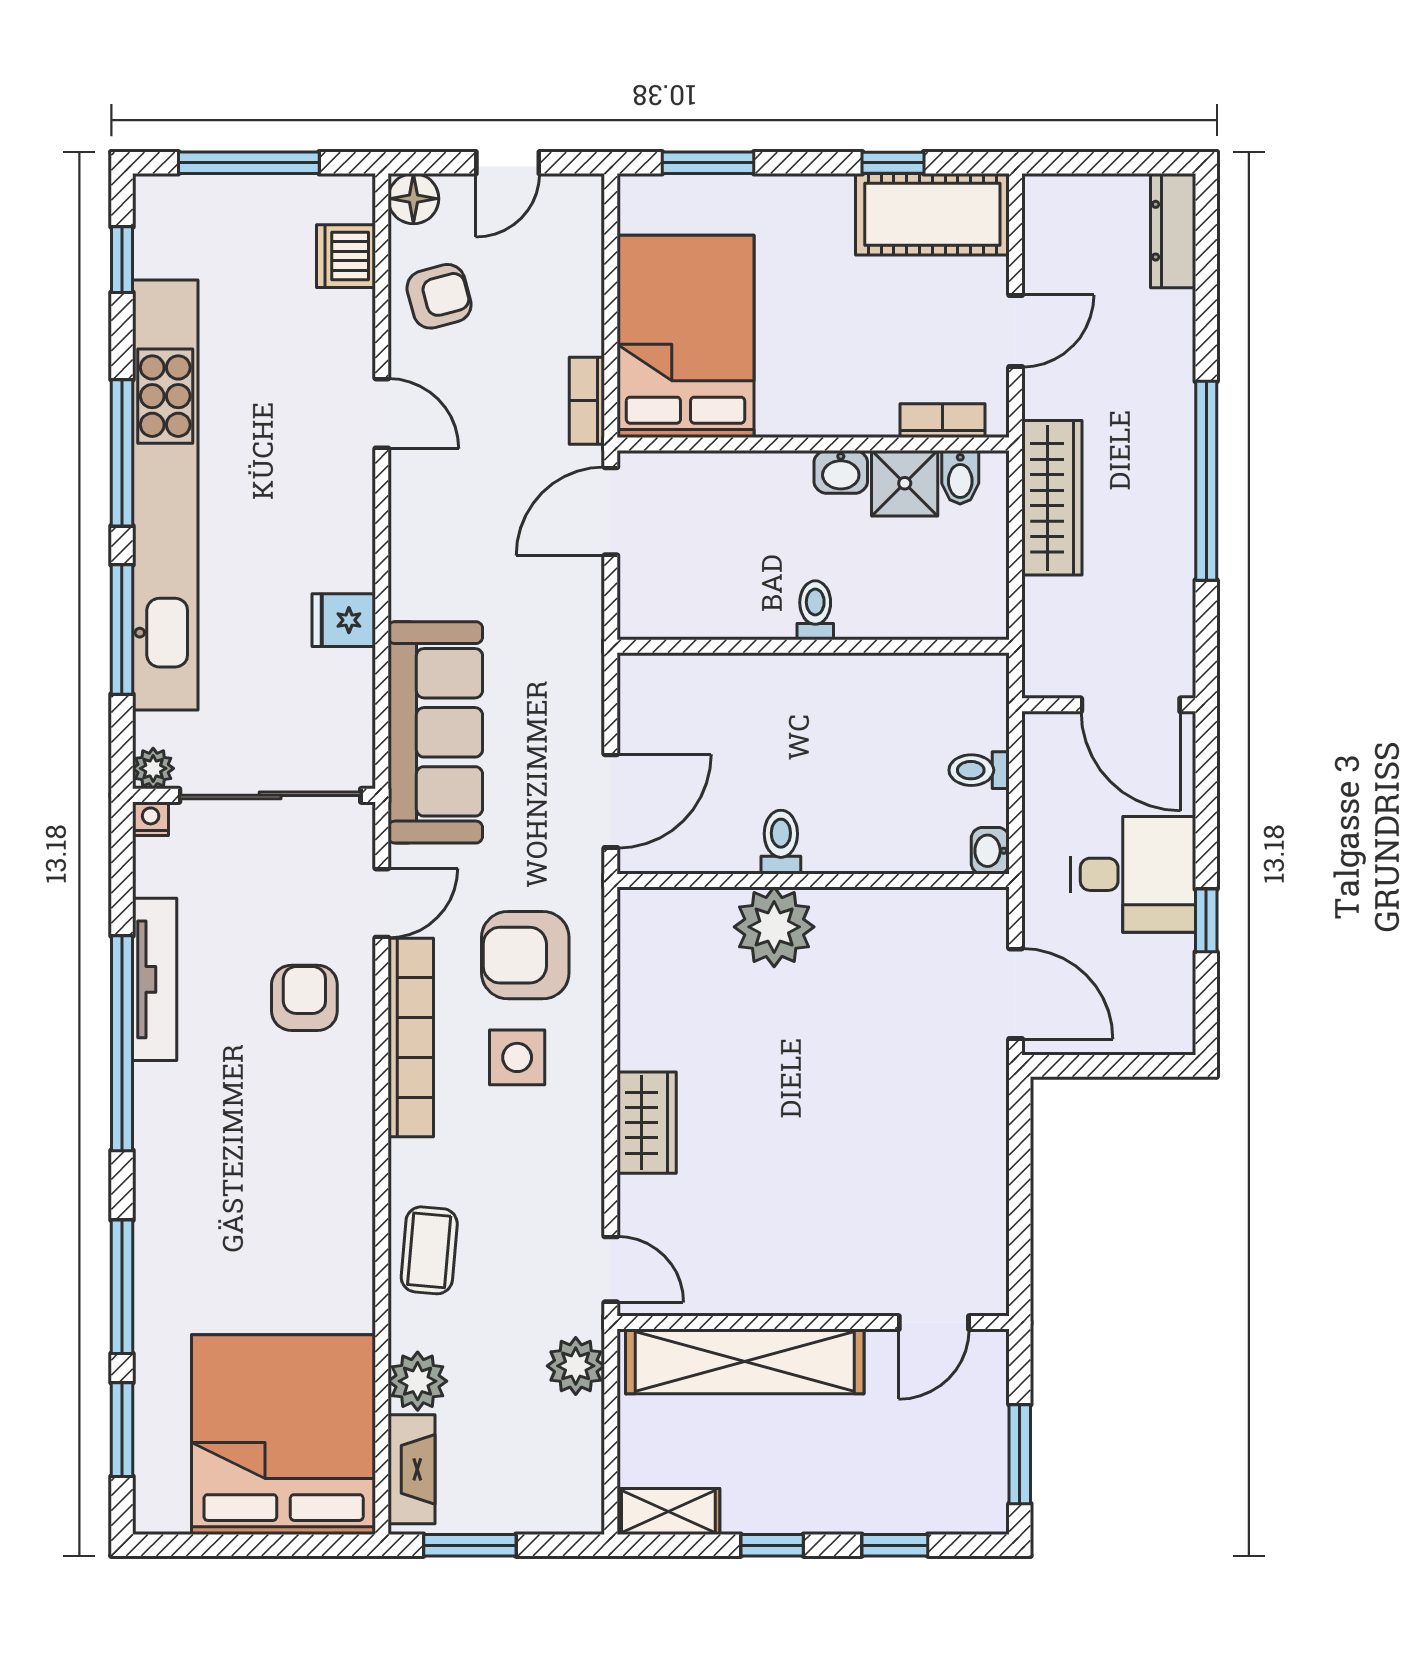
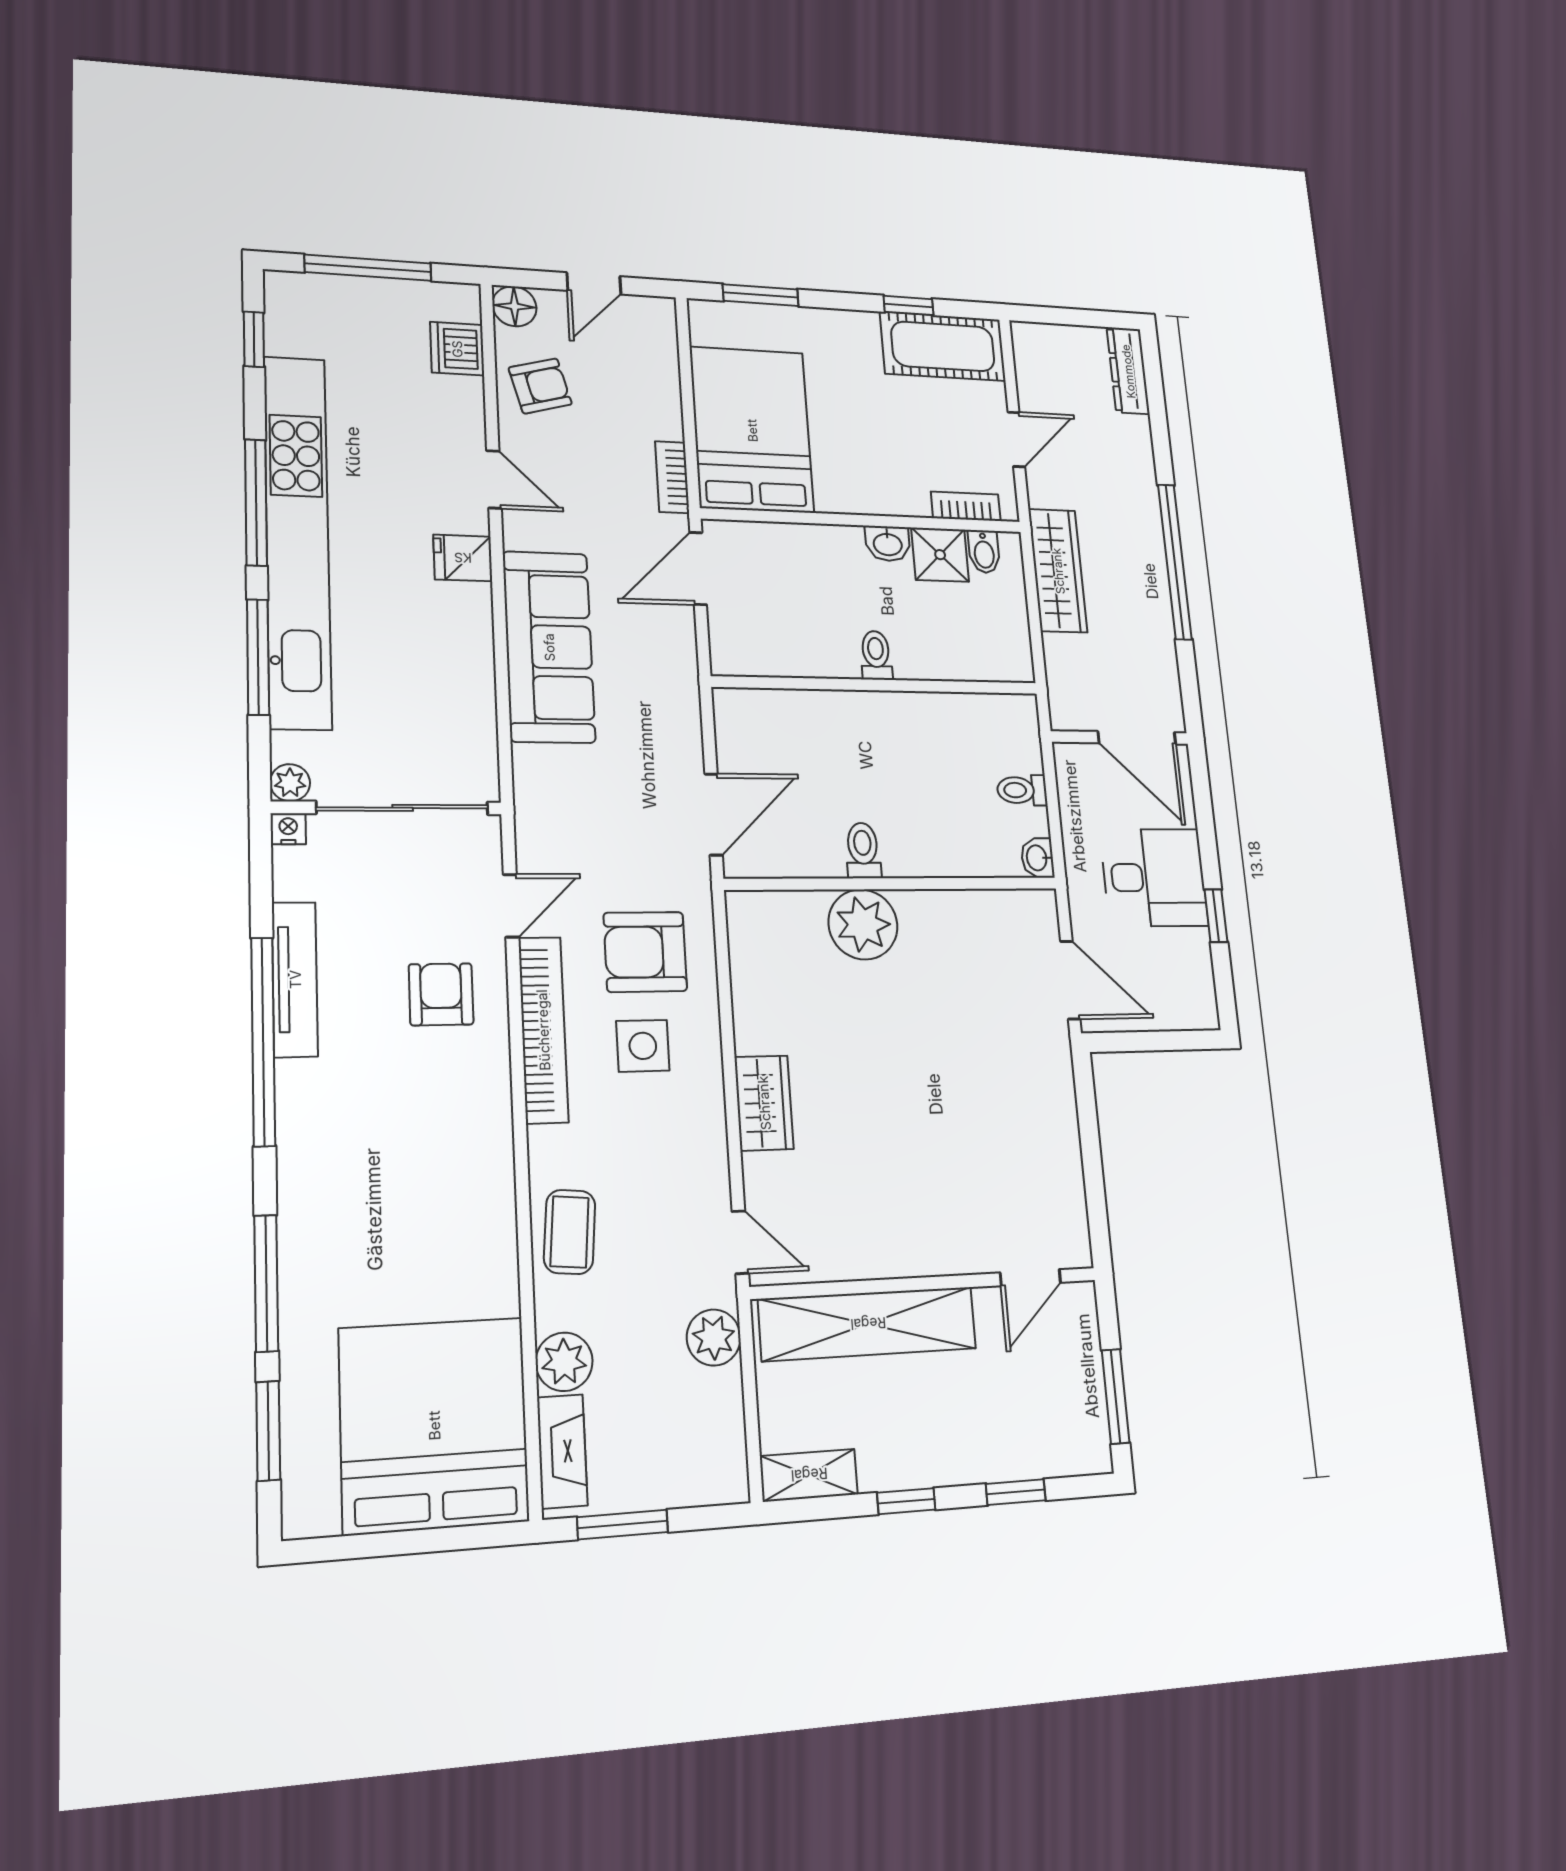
fridge: (344, 620) -> (463, 558), moved
sofa: (435, 732) -> (549, 647), moved

